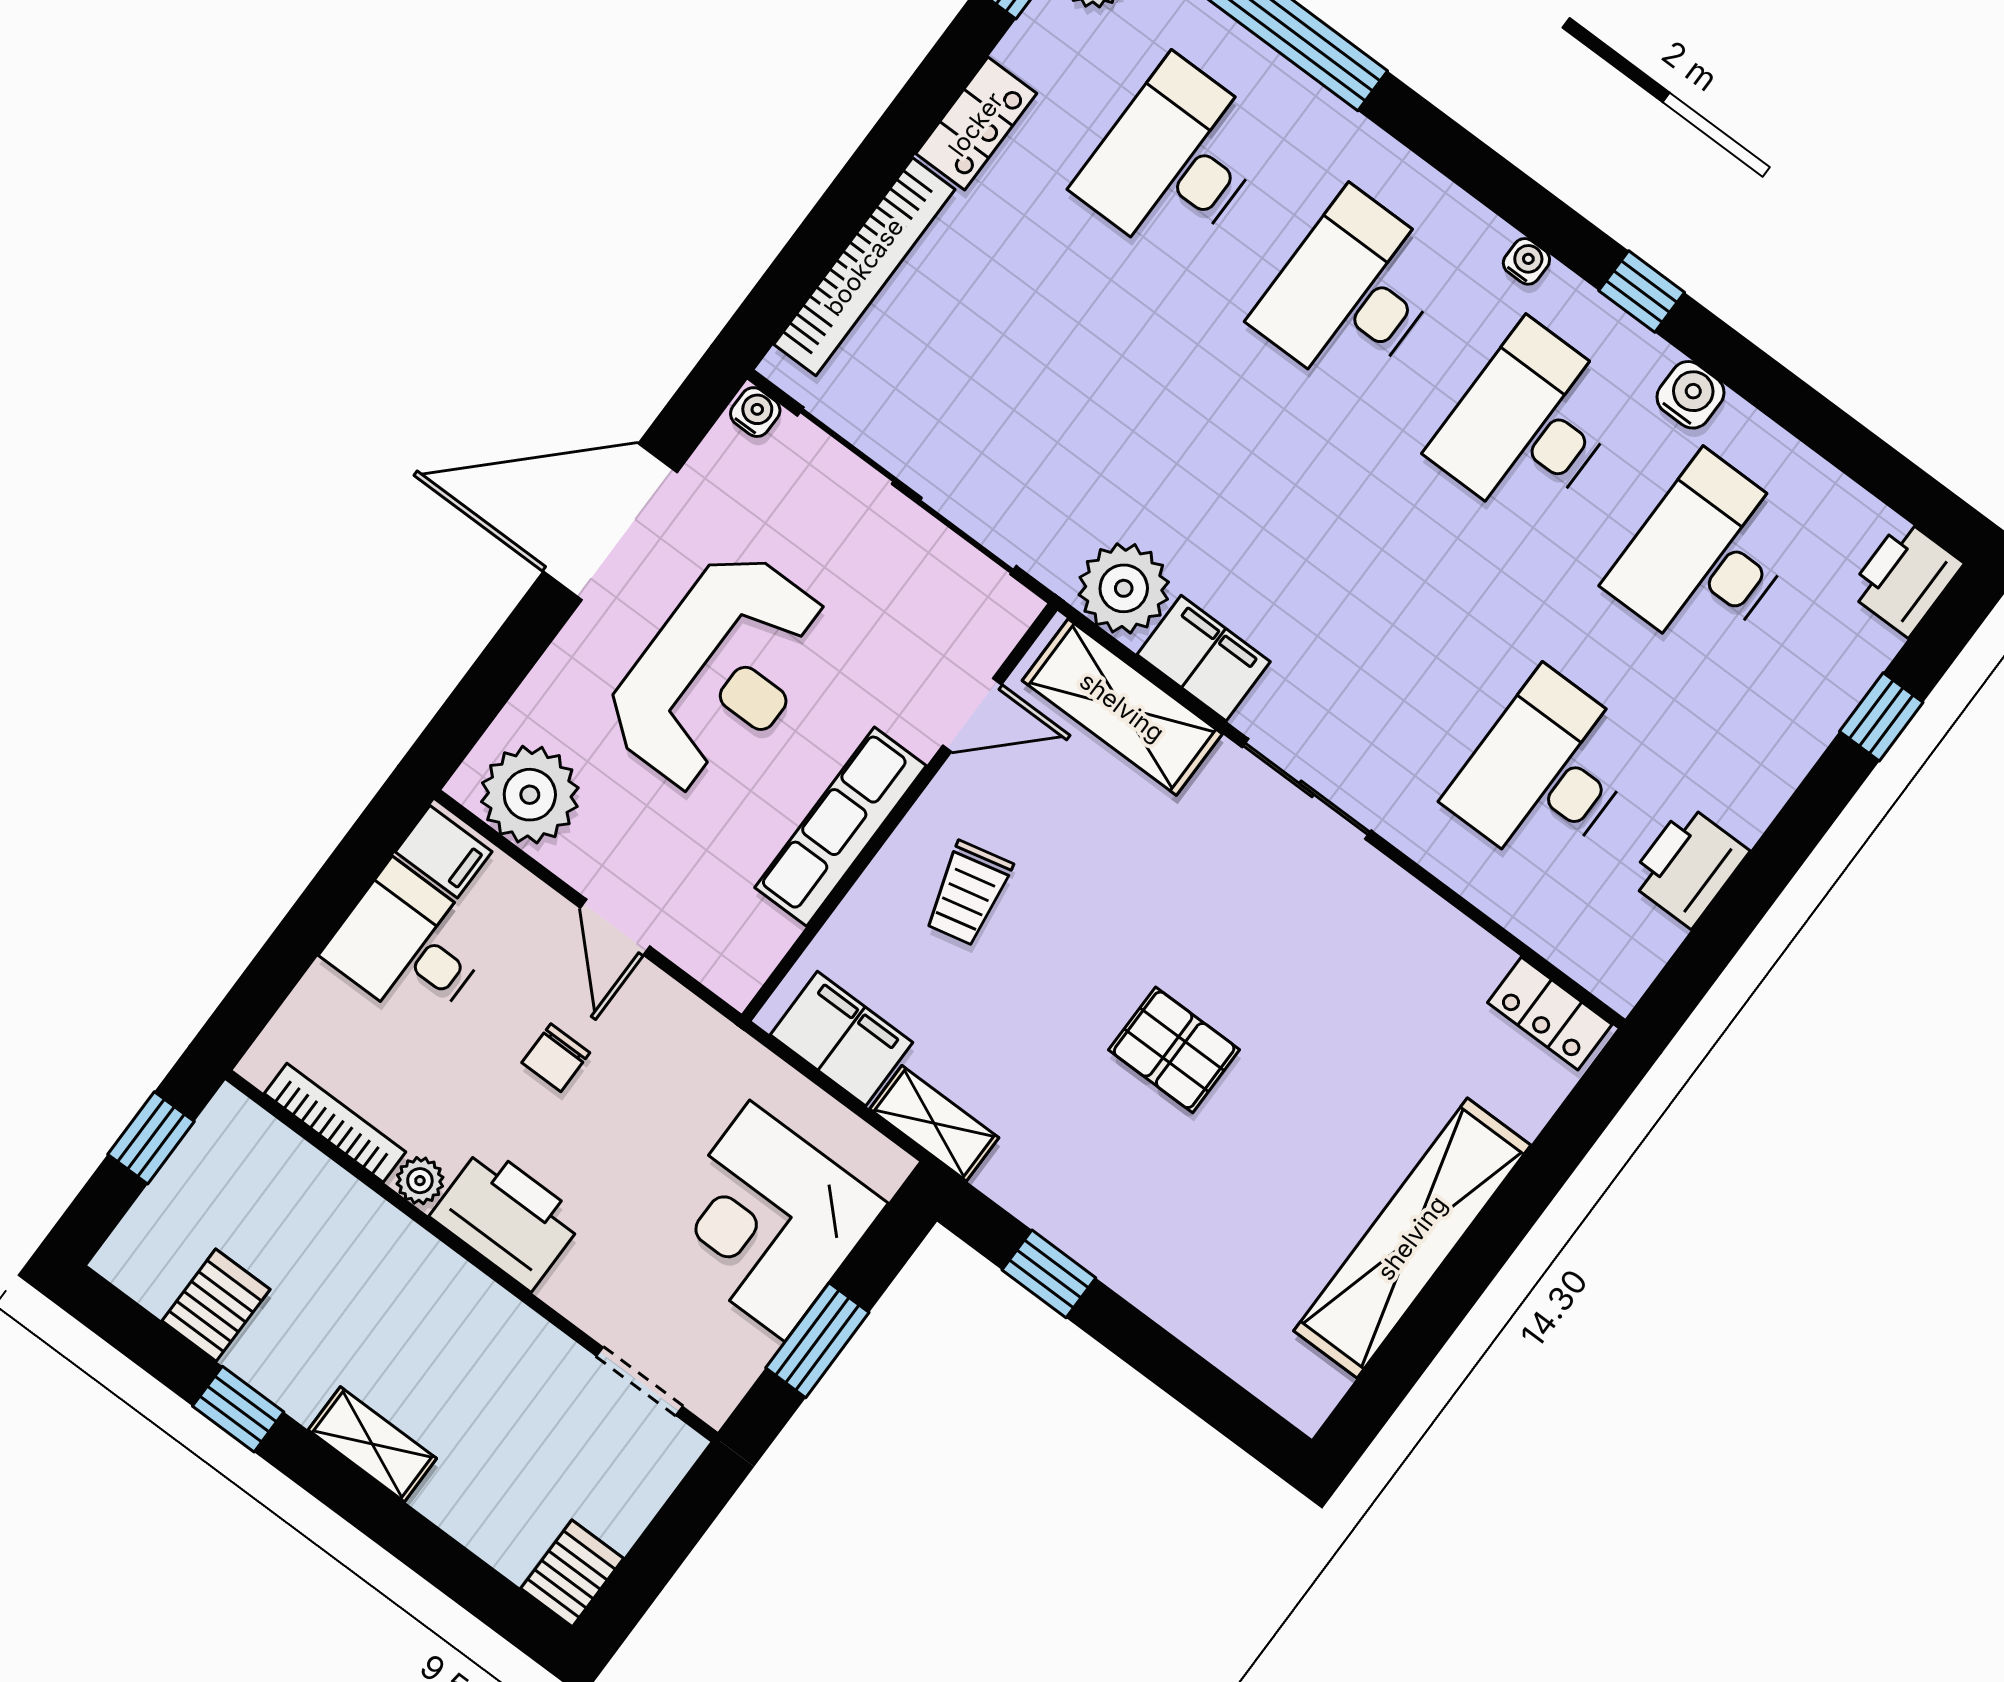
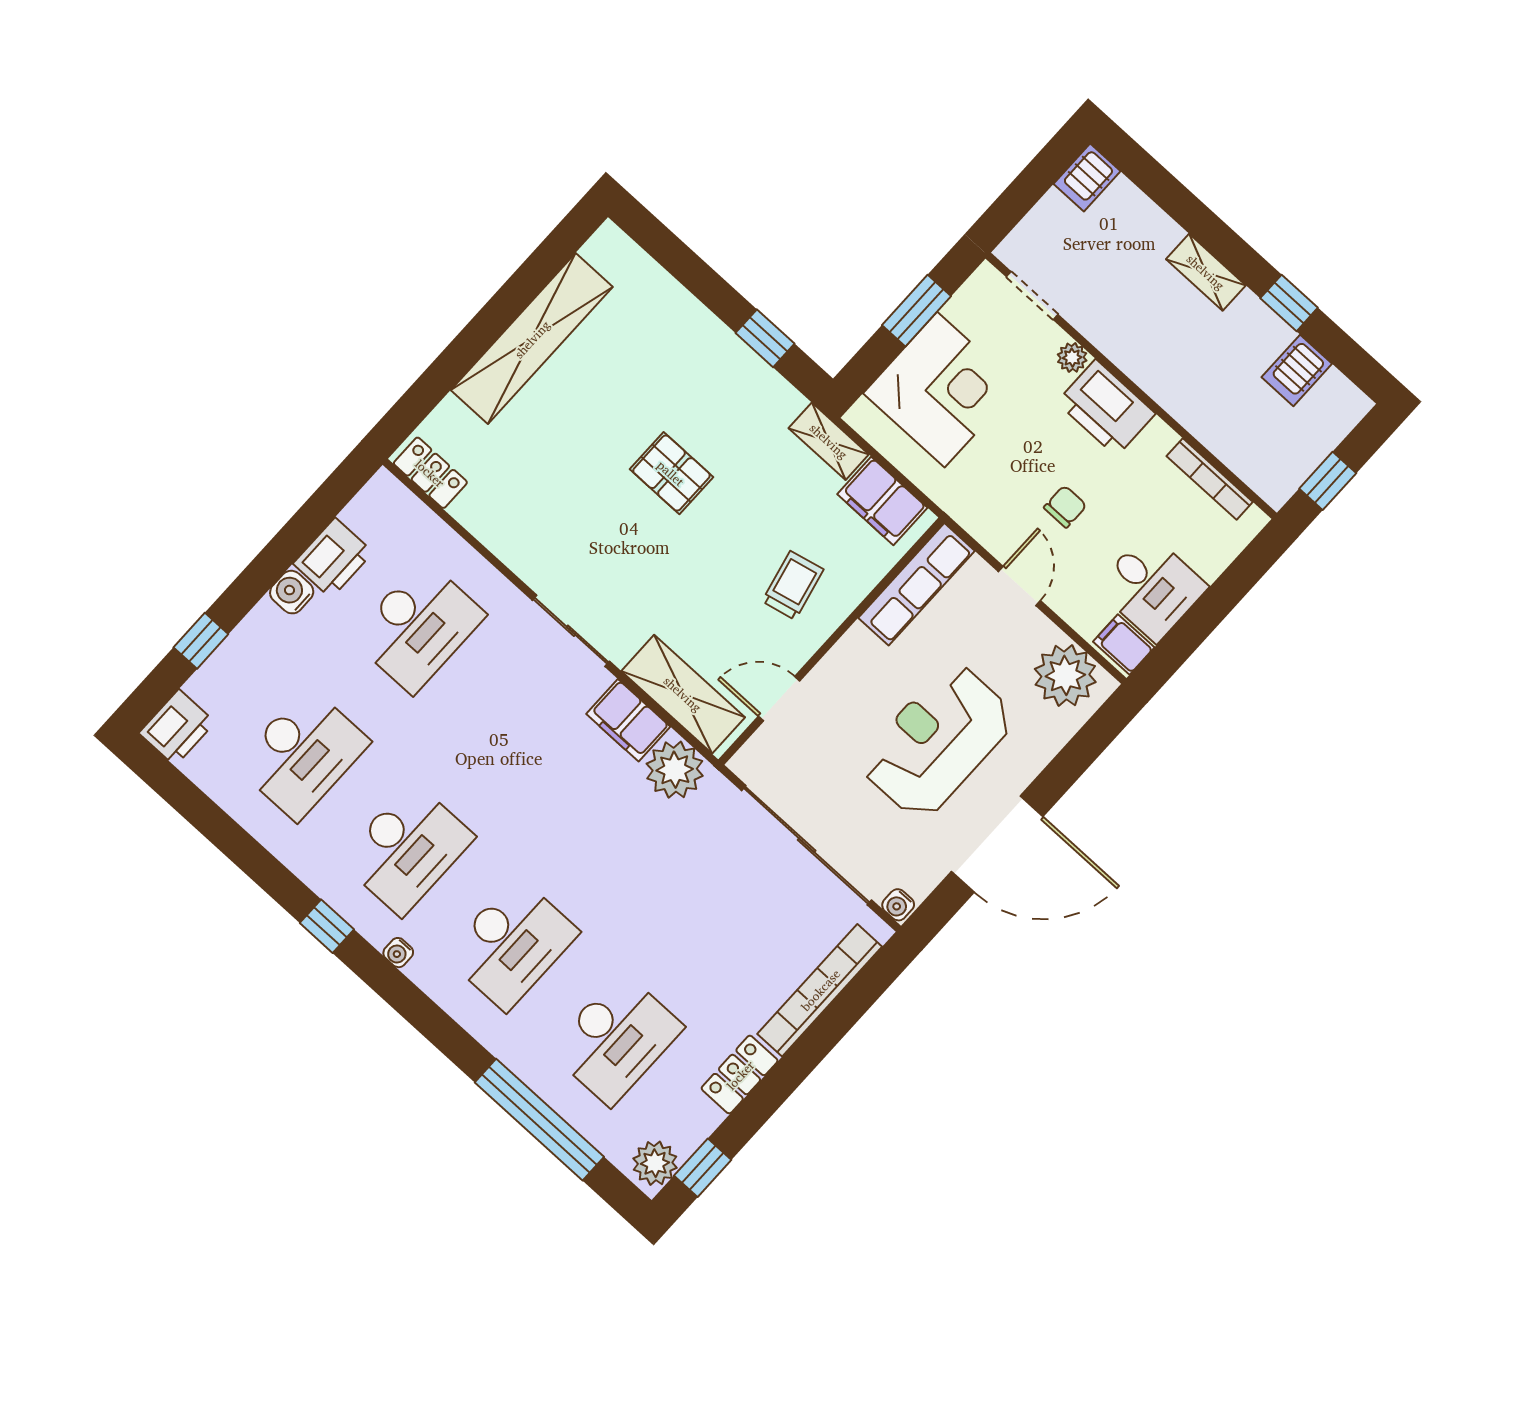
water cooler: (1690, 395) -> (292, 592), moved, turned 90
row of seats: (841, 827) -> (917, 584), moved
plant: (420, 1181) -> (1072, 358), moved

